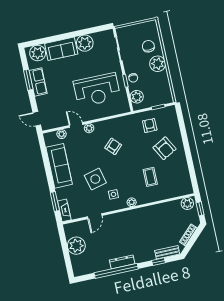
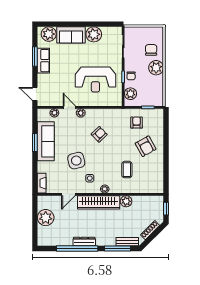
window: (55, 201) -> (35, 142), moved
plant: (187, 204) -> (126, 201), moved
wardrobe: (128, 218) -> (99, 202), added
window: (159, 262) -> (118, 249), width x2.17

